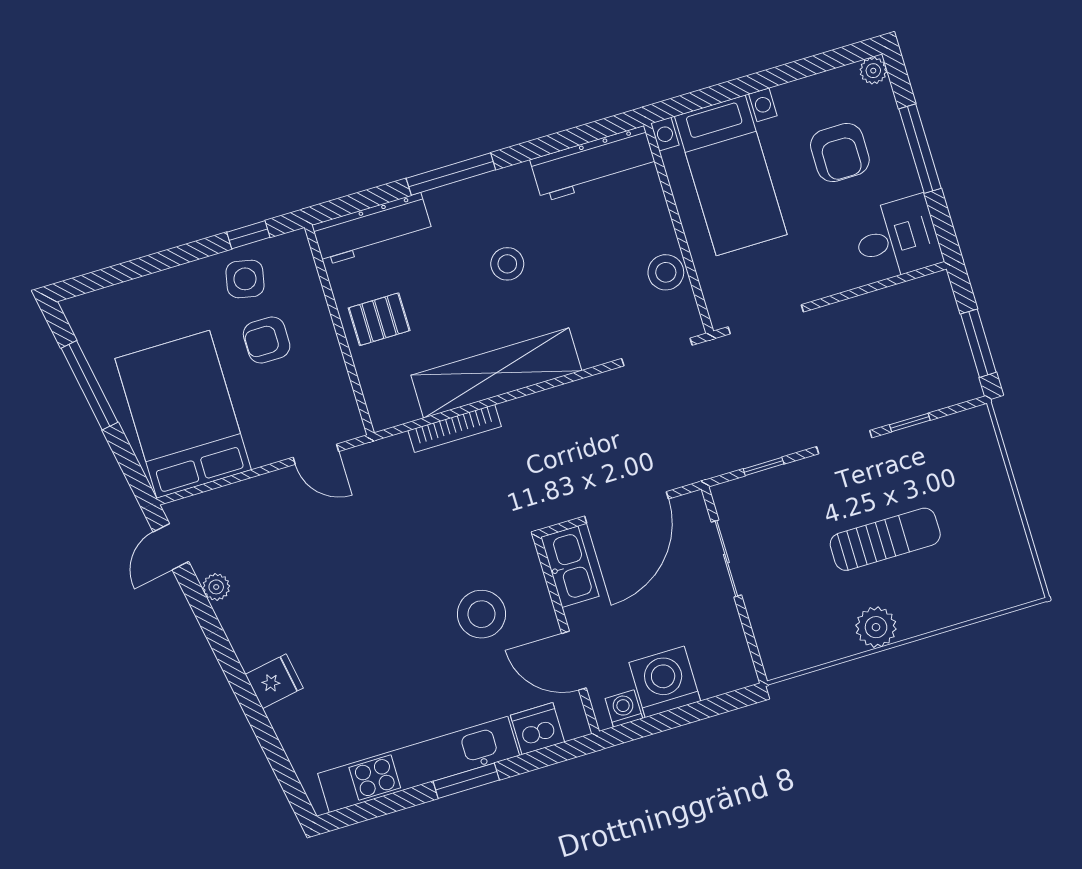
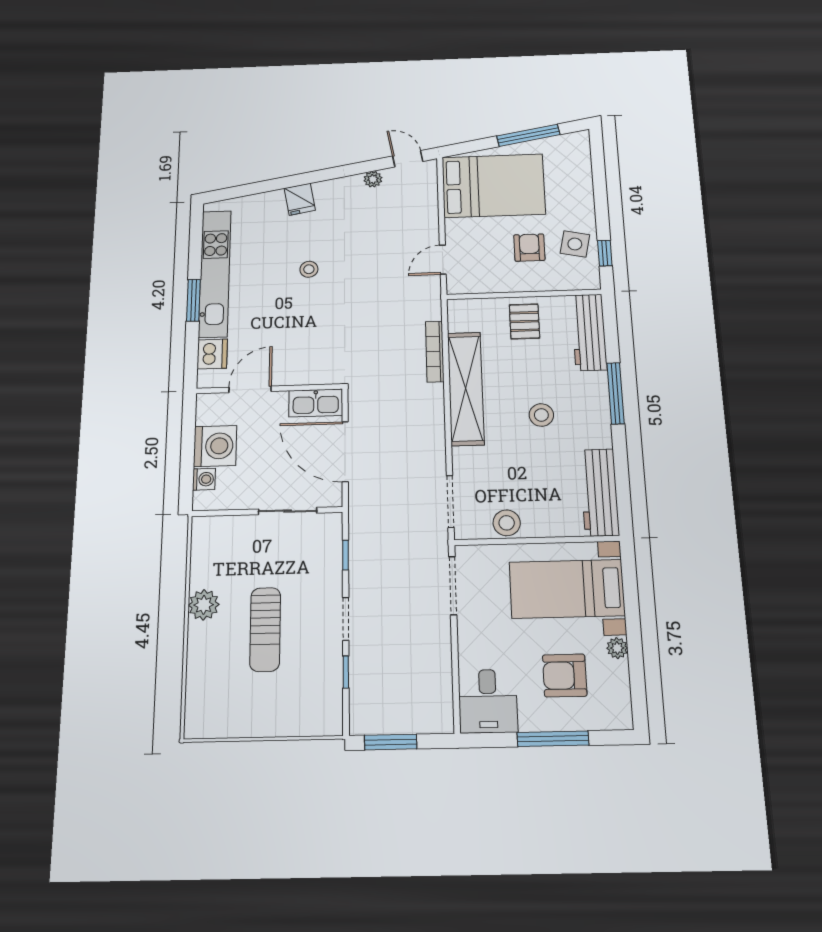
plant: (873, 71) -> (617, 648), moved
stool: (481, 614) -> (309, 269), moved, width x0.53, depth x0.53
washing machine: (624, 708) -> (204, 479), moved

